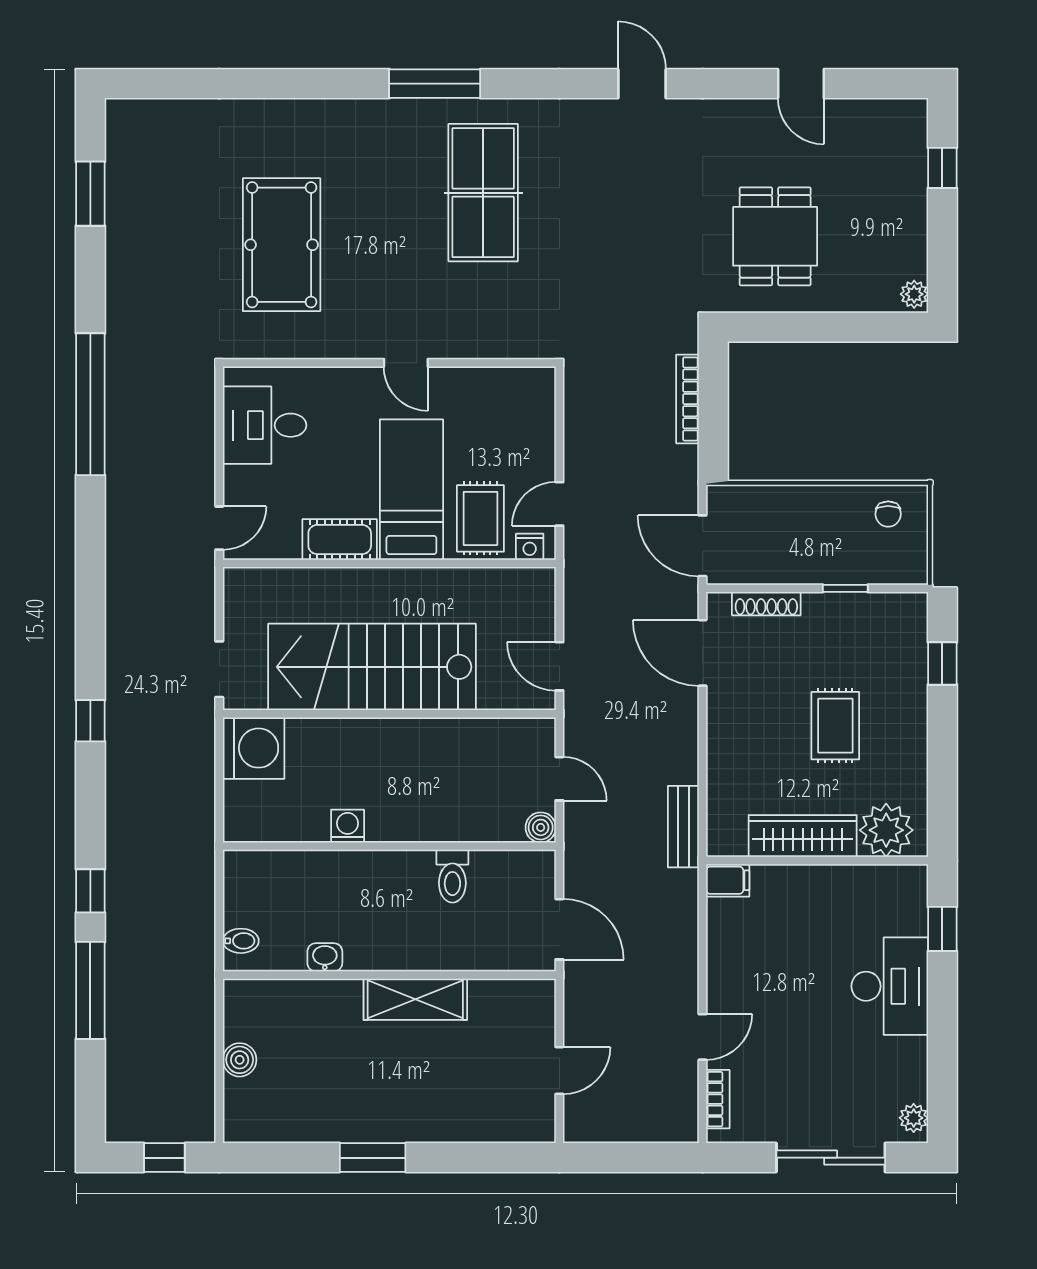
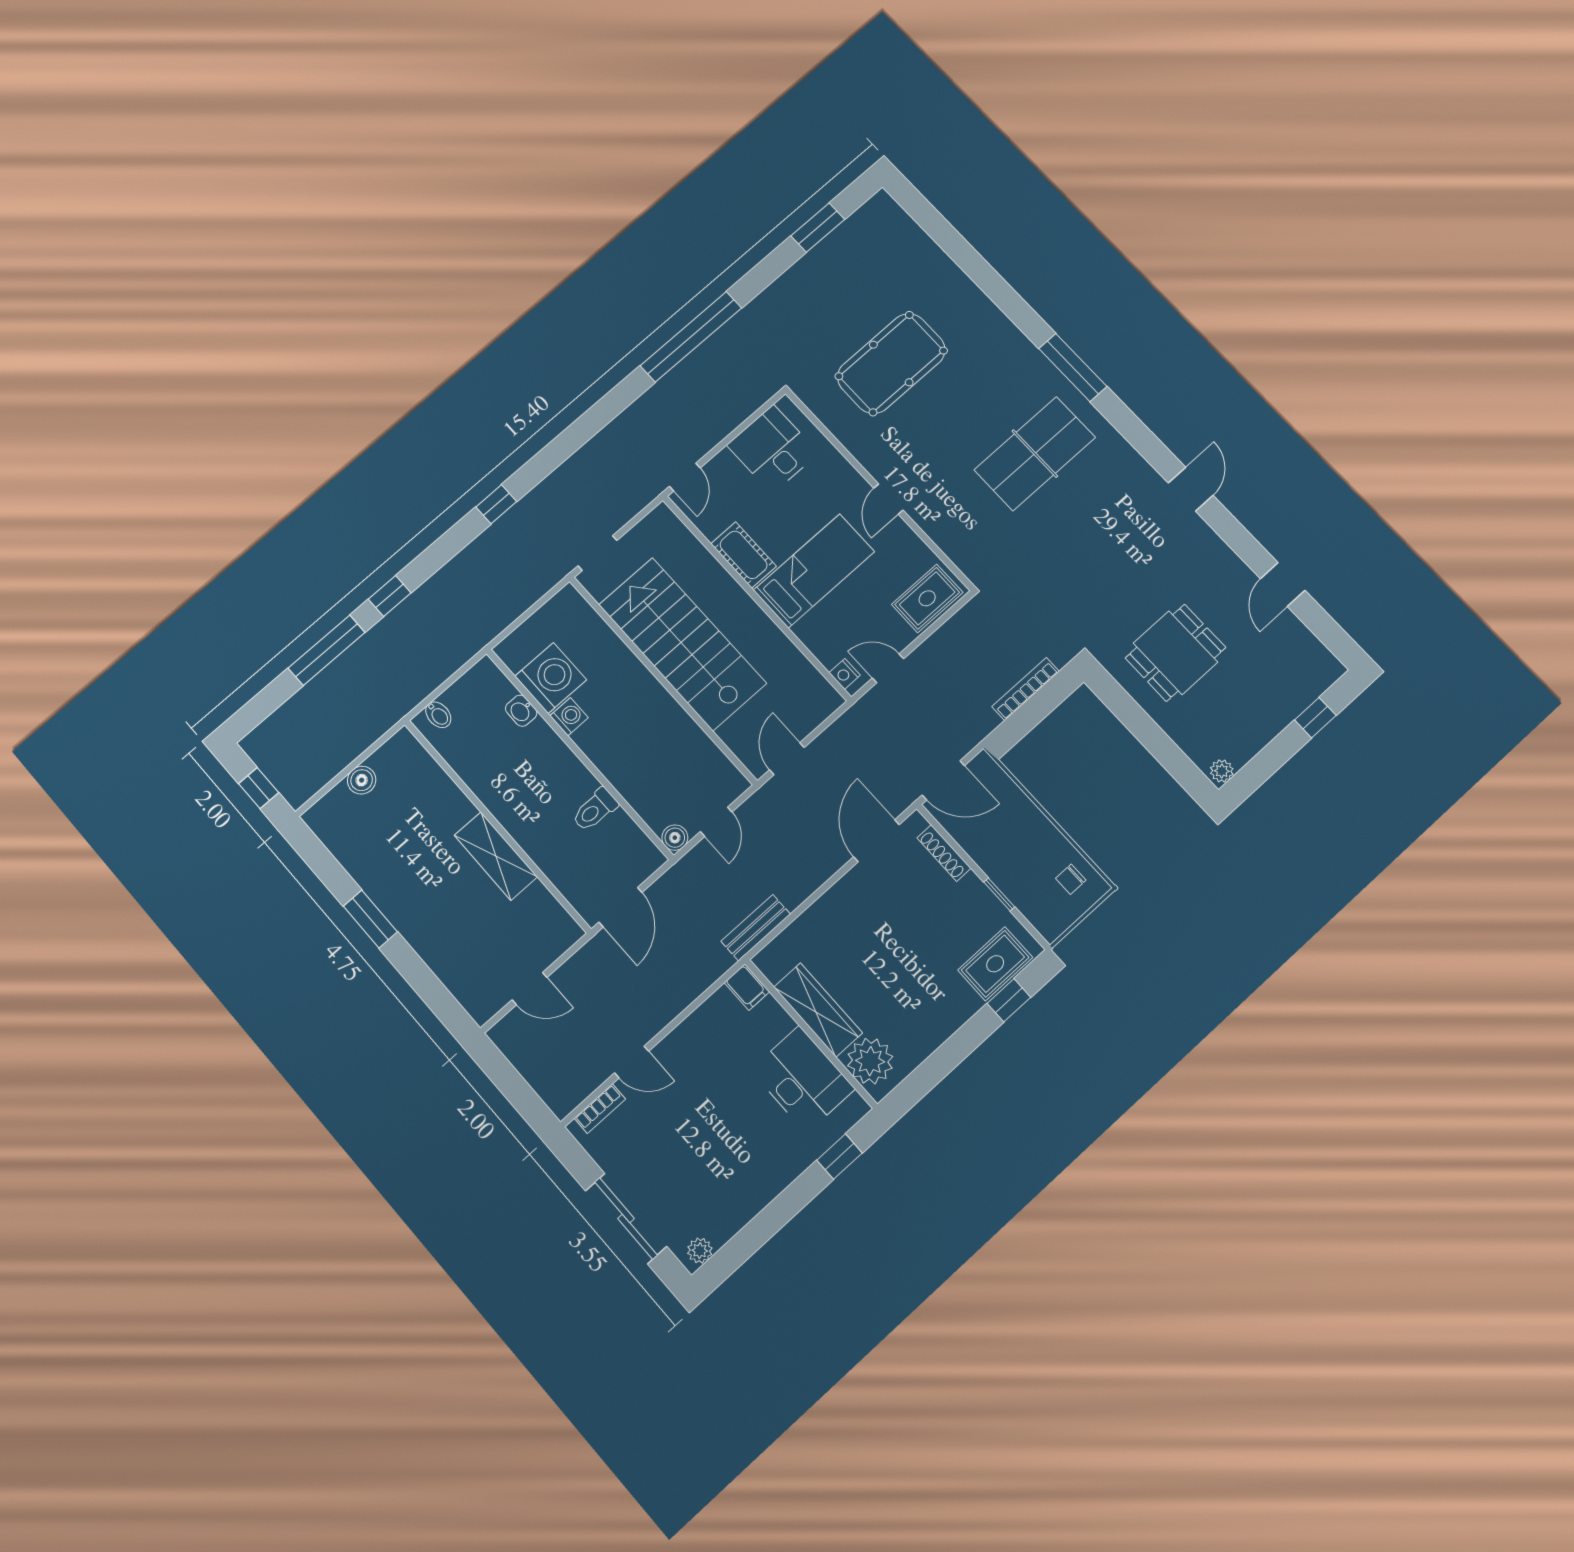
rug: (480, 518) -> (927, 598), moved
door: (219, 528) -> (685, 477), hinge flipped
door: (703, 546) -> (943, 780), swing flipped
rug: (835, 726) -> (995, 964), moved
washing machine: (254, 748) -> (551, 678), moved, turned -90
washbasin: (325, 957) -> (521, 711), moved, turned 180
desk: (890, 986) -> (803, 1079), moved, turned -90

